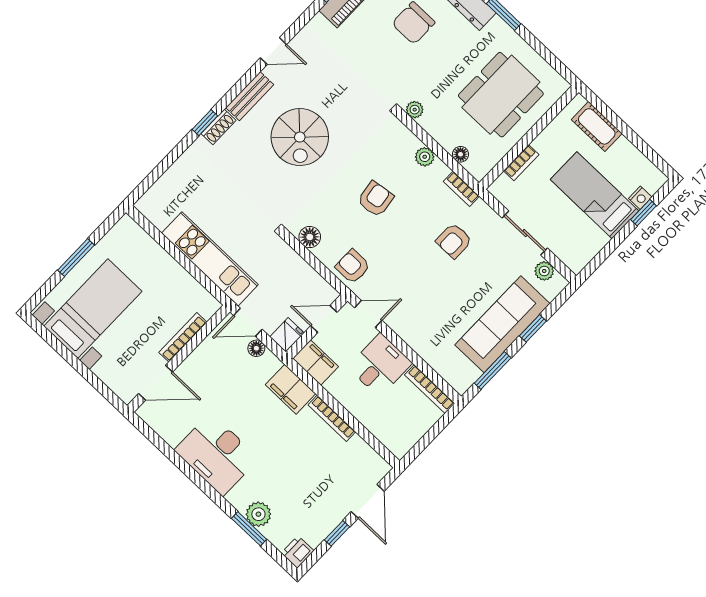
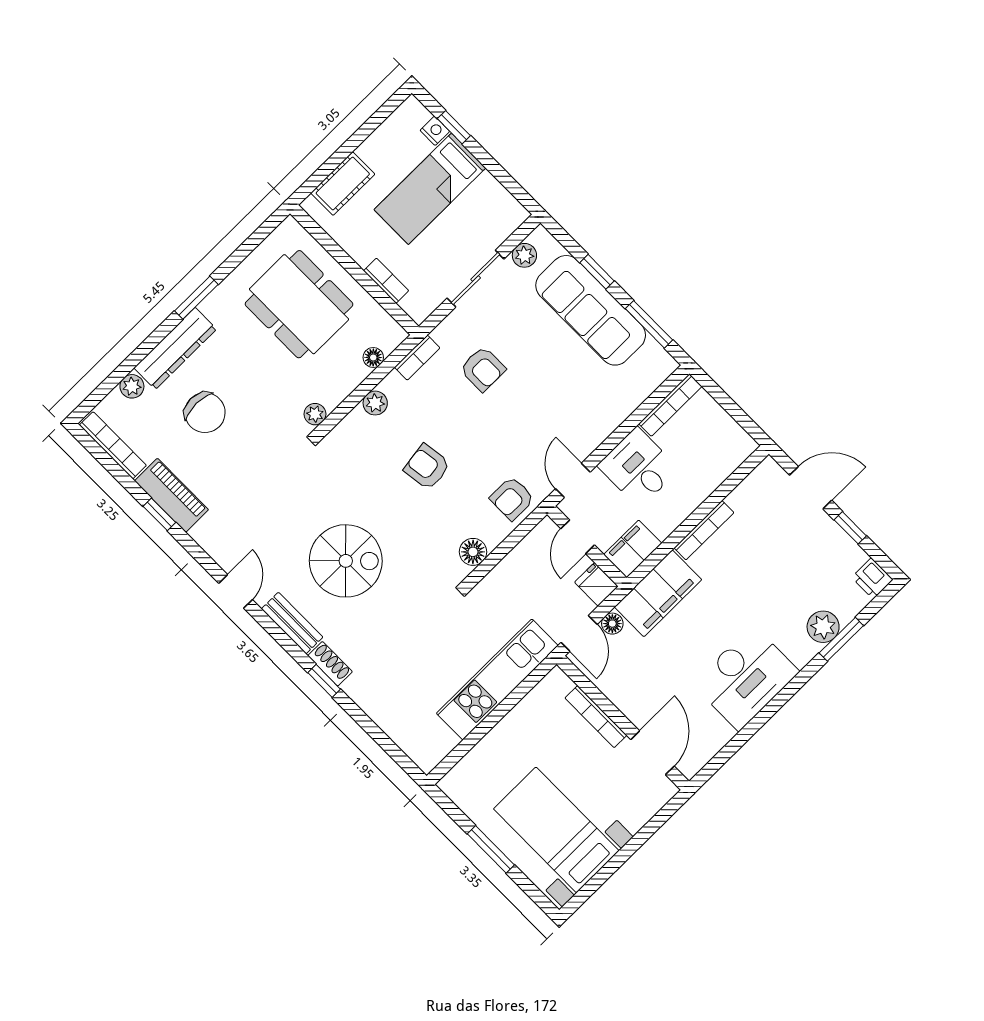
filing cabinet: (291, 389) -> (658, 593), width x1.50, depth x1.17

